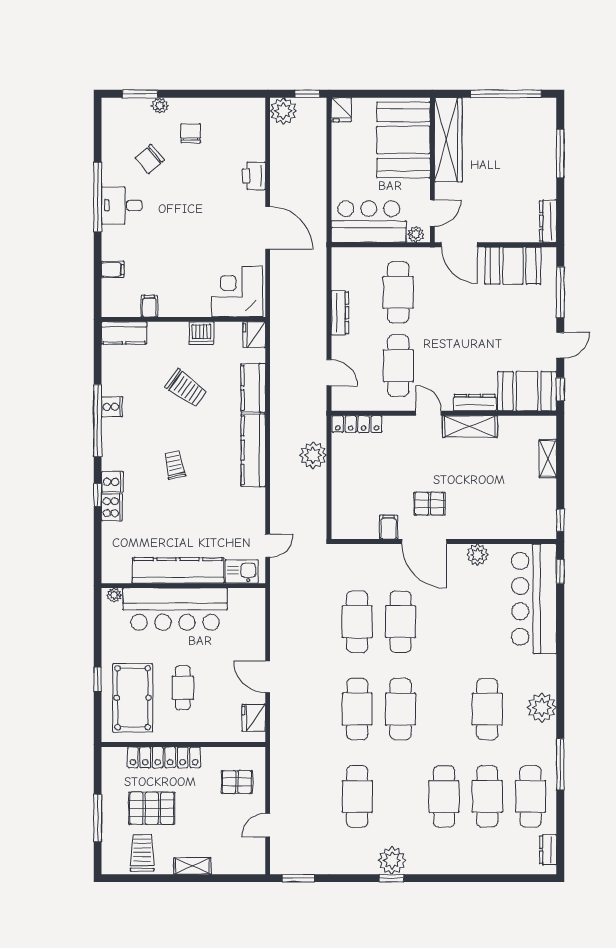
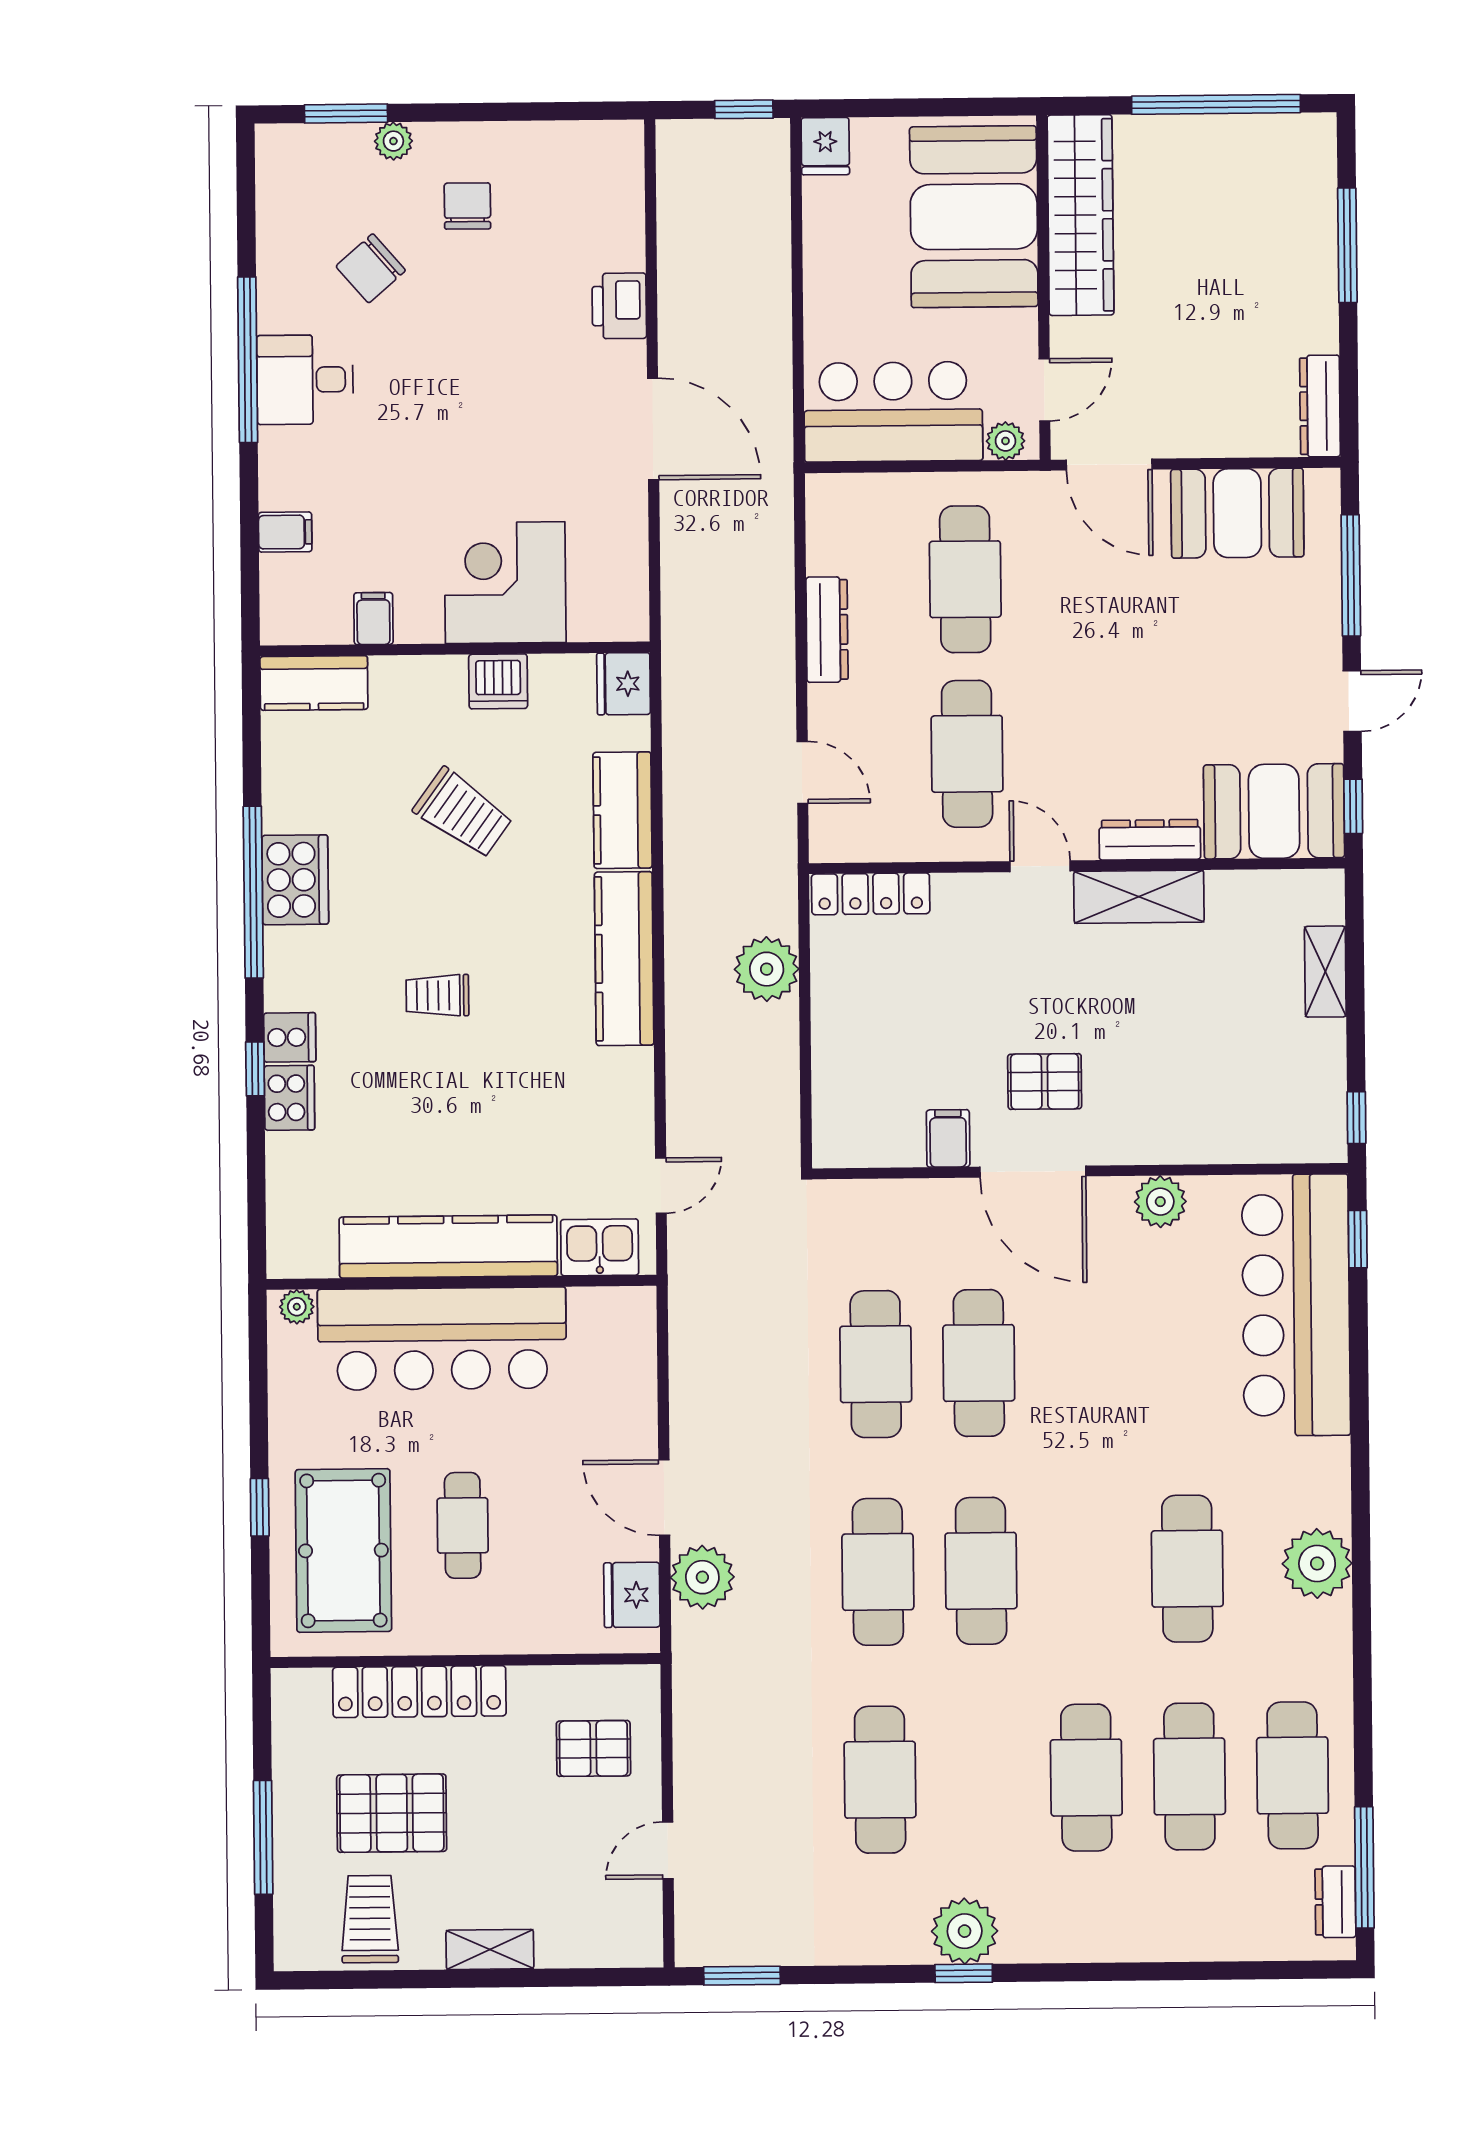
plant: (283, 111) -> (702, 1577), moved
corner desk: (237, 292) -> (505, 583), moved
cooker: (112, 407) -> (295, 880), width x1.87, depth x1.31
trolley: (175, 465) -> (437, 995), turned -78
window: (560, 764) -> (1364, 1867), moved

